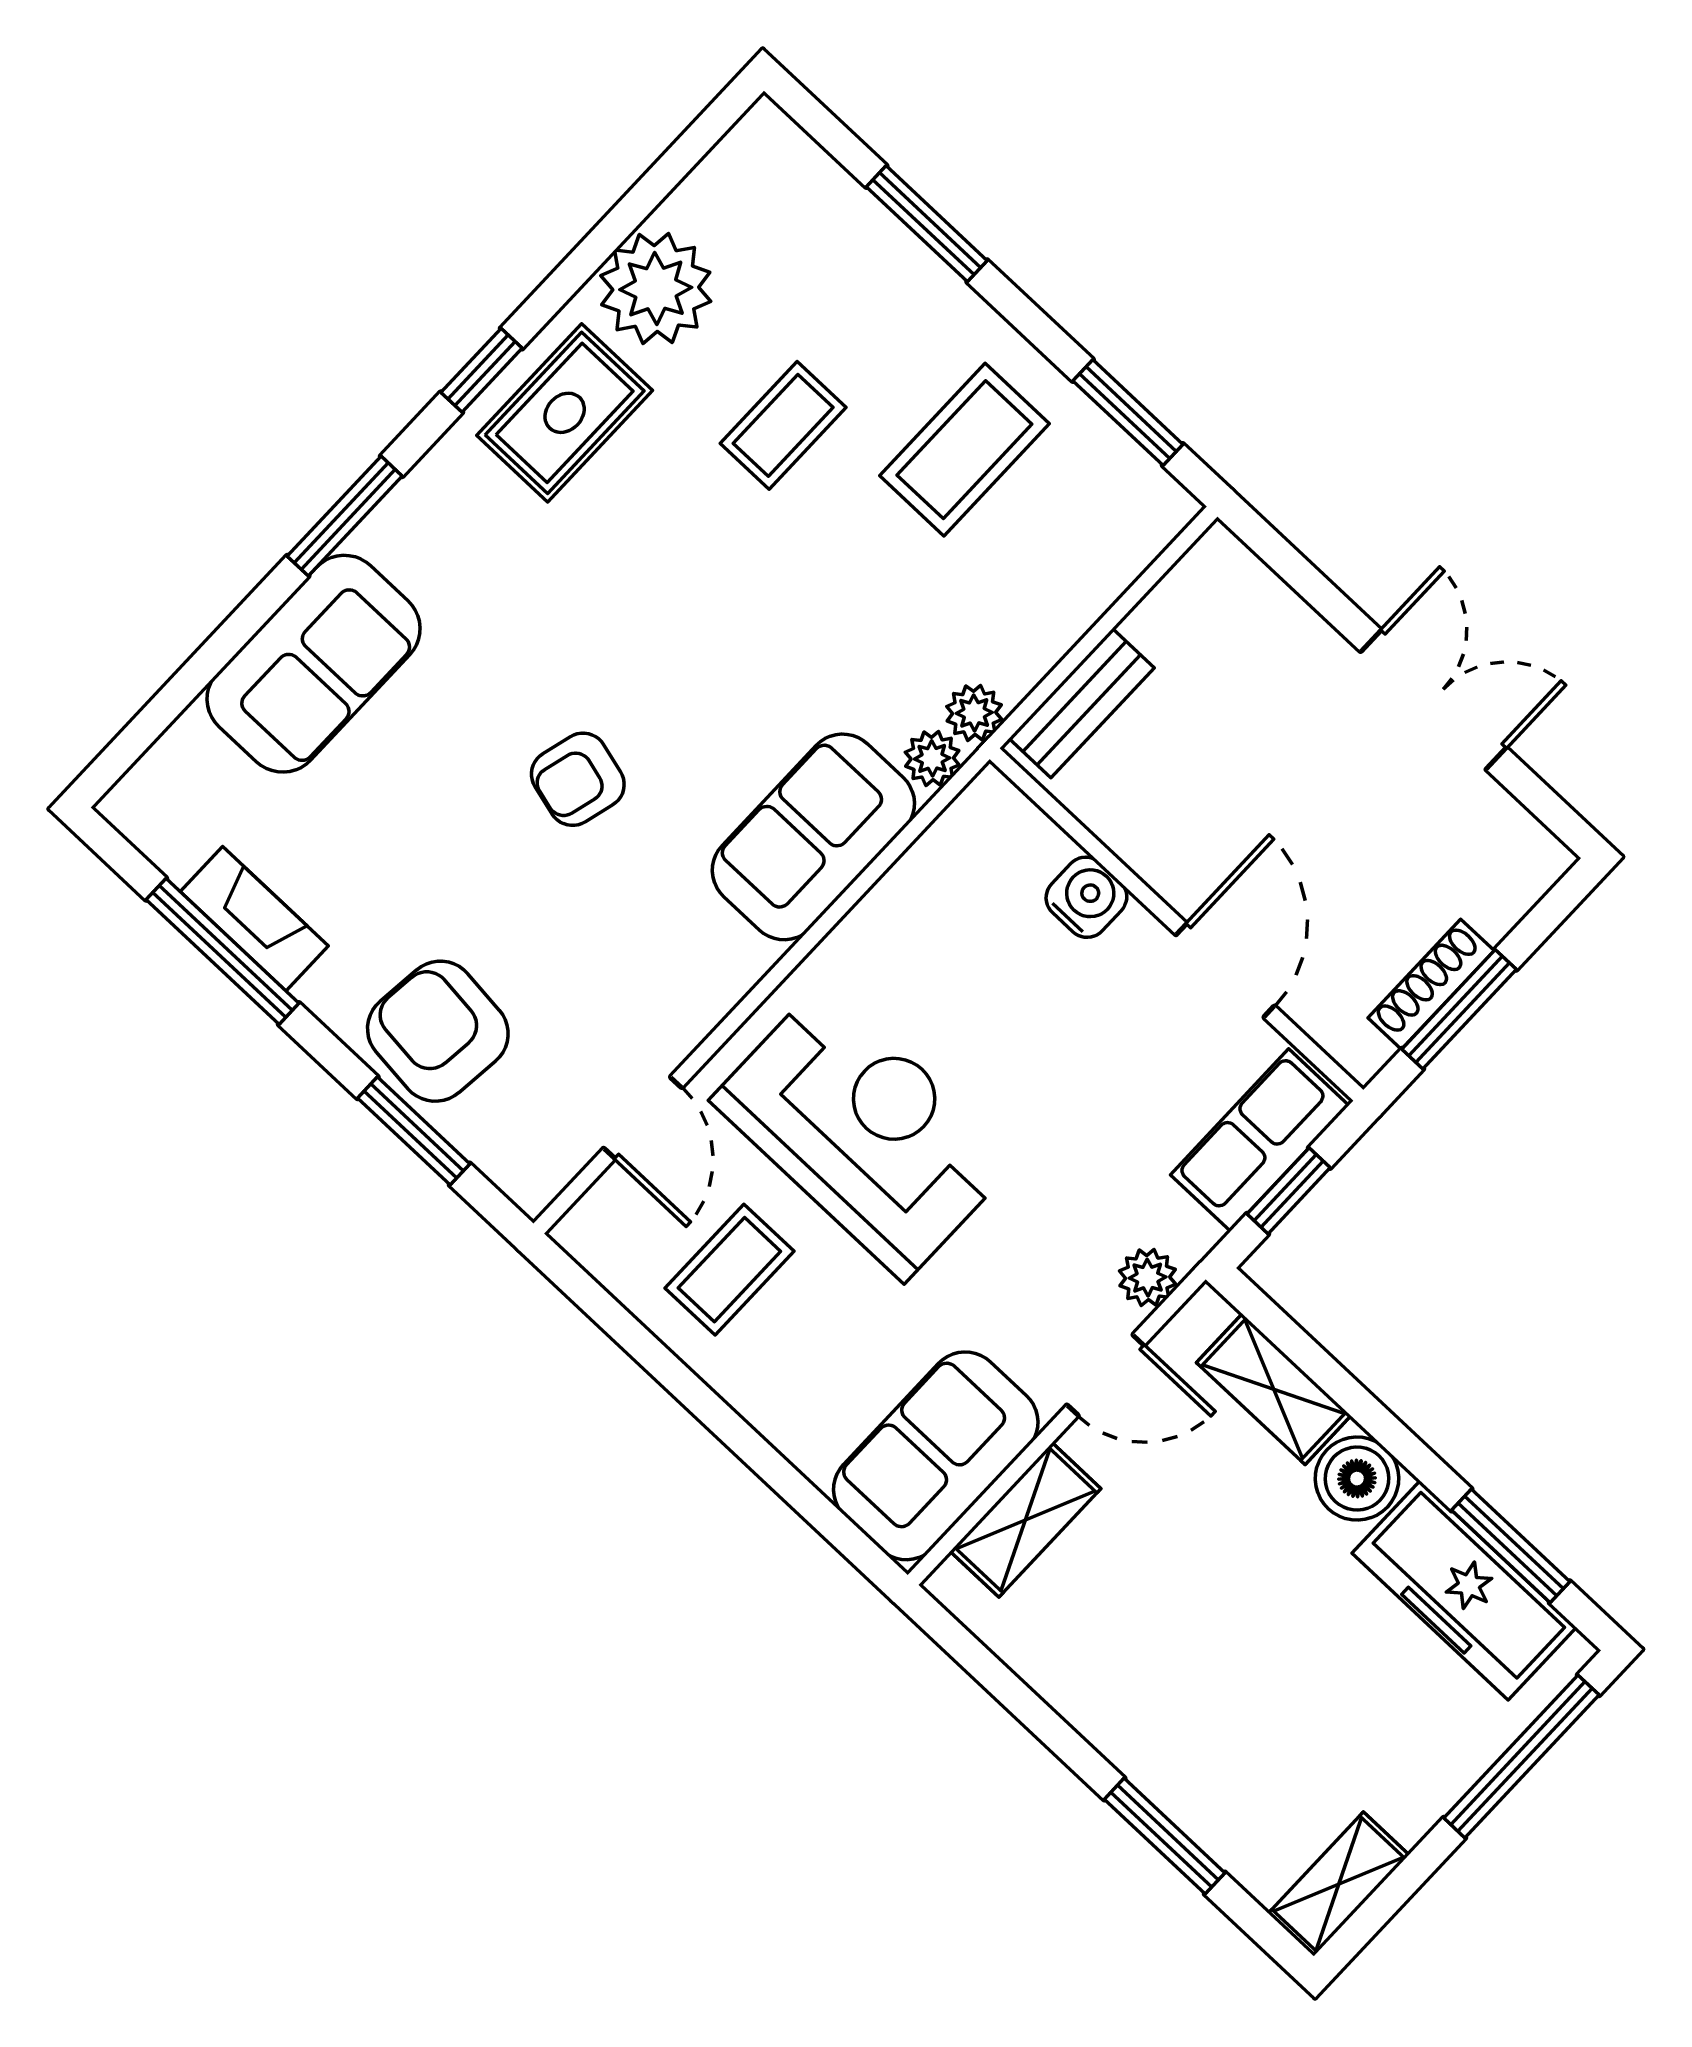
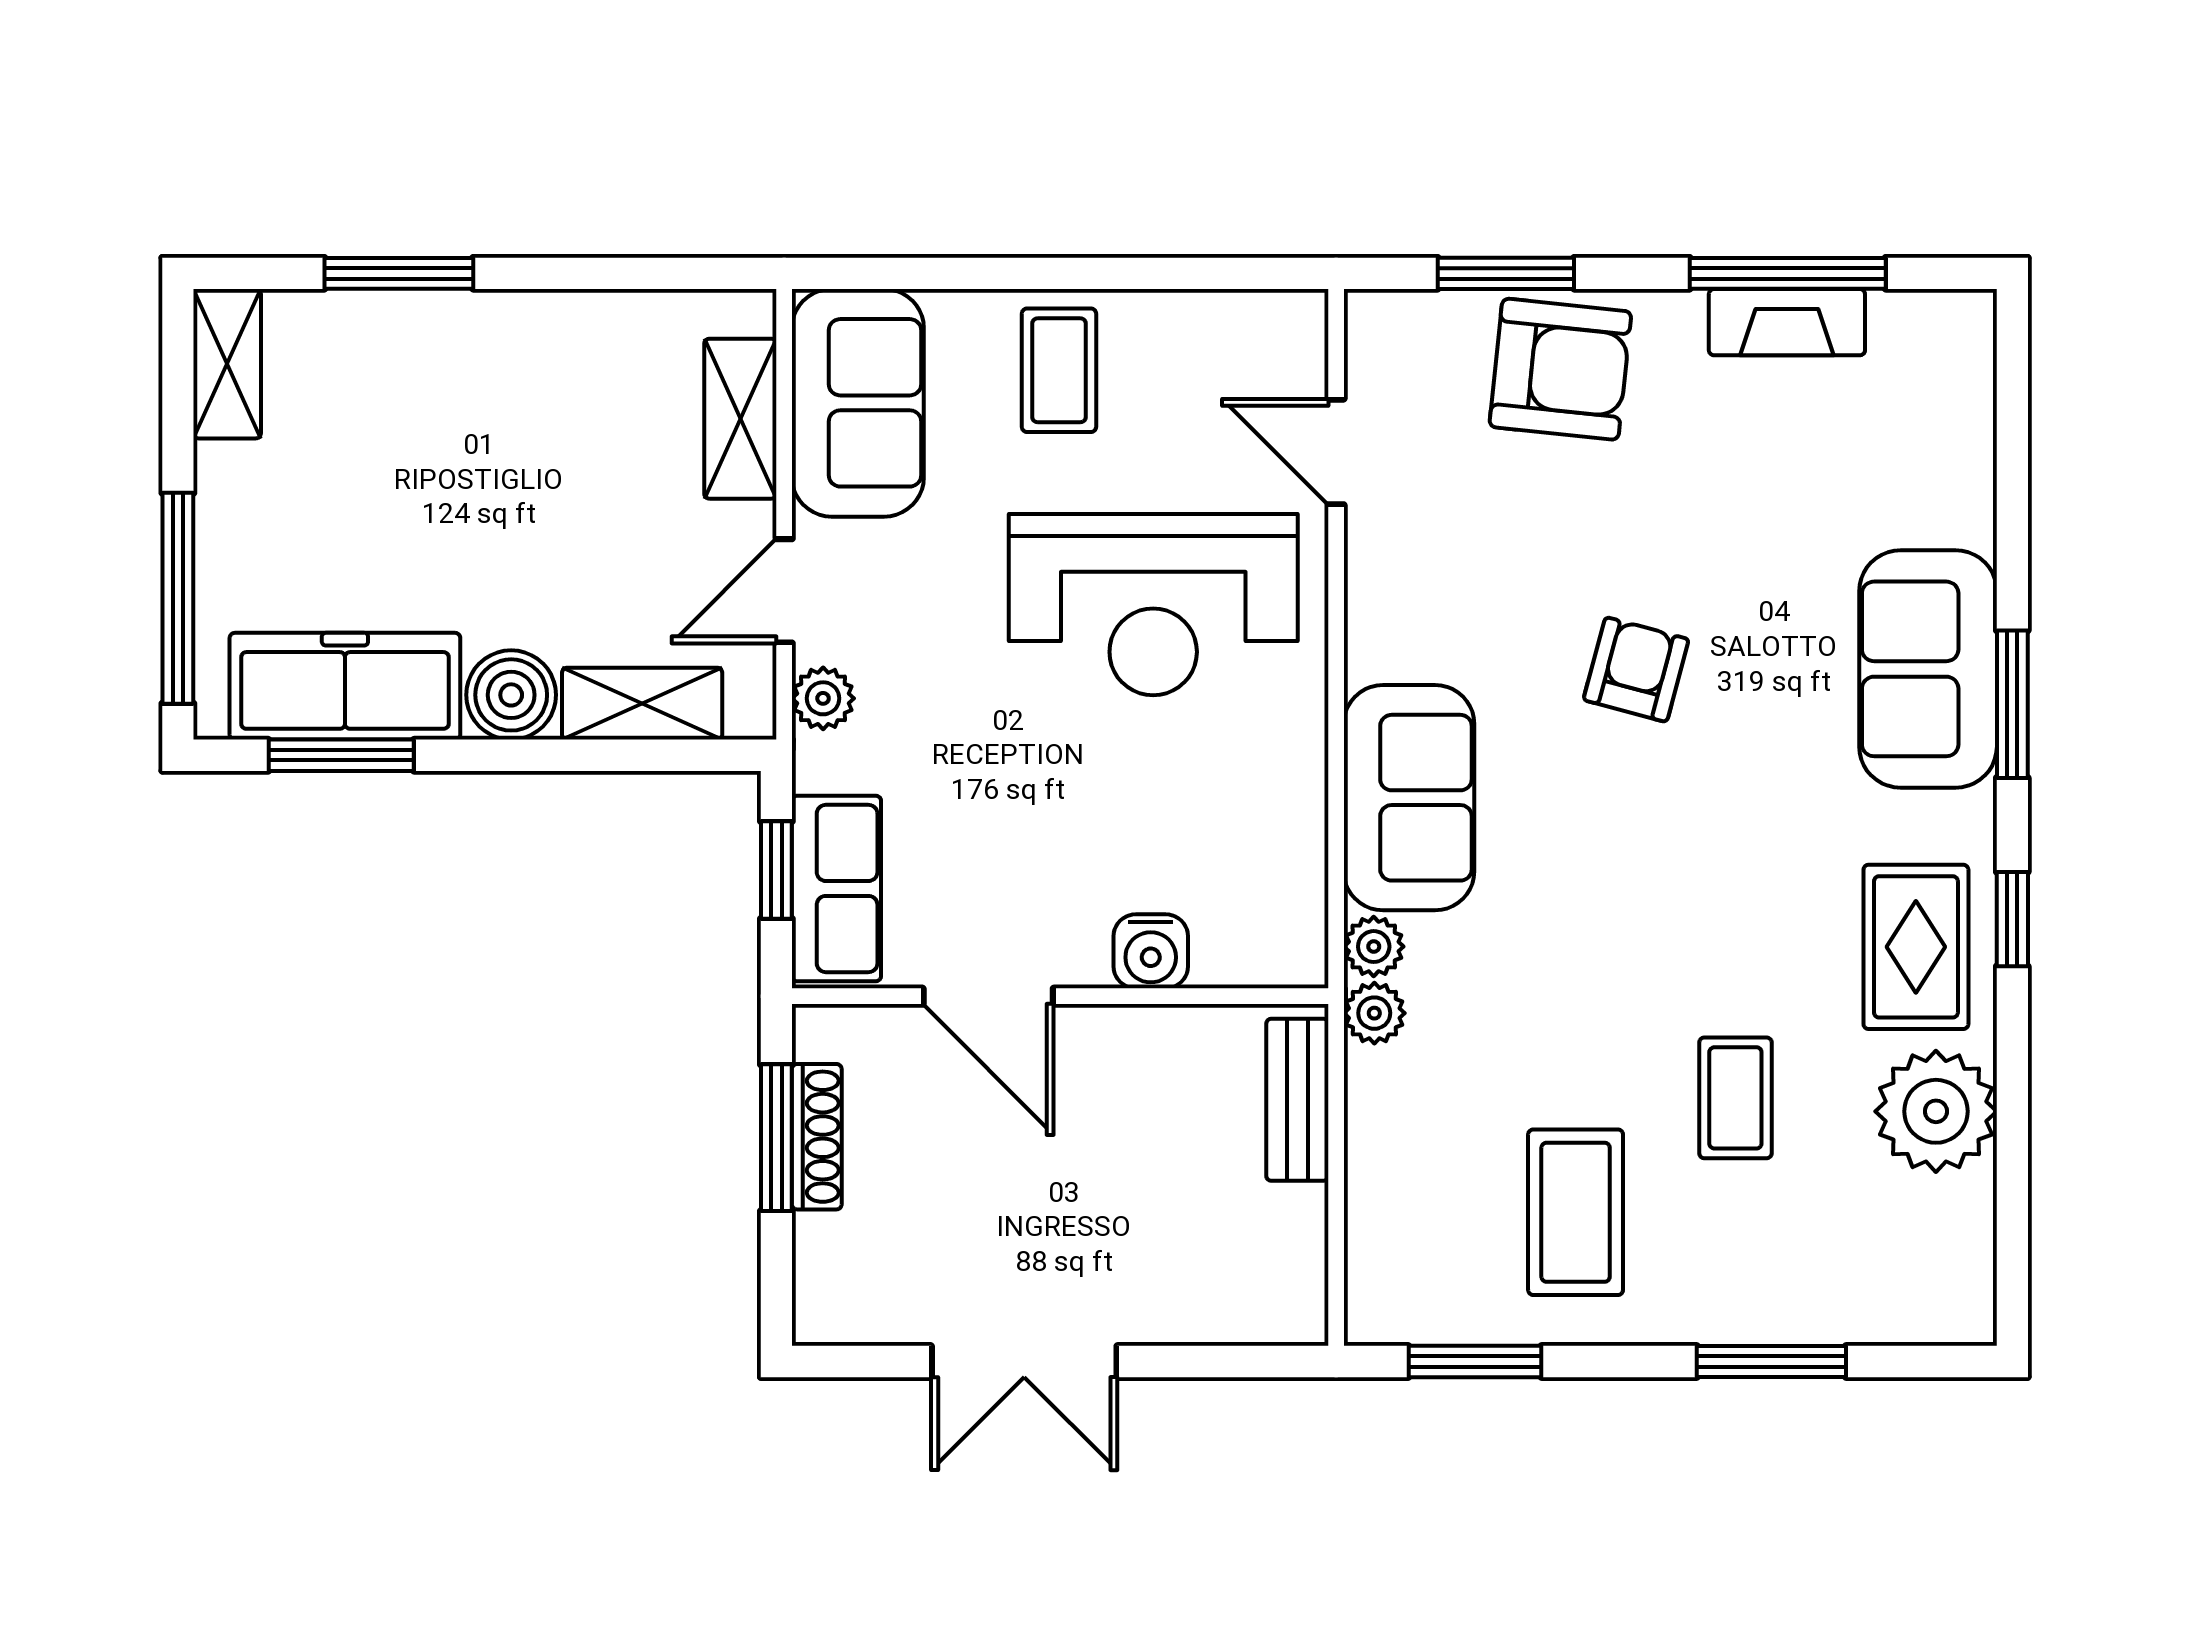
sofa: (314, 664) -> (1928, 669), moved
coffee table: (729, 1270) -> (1059, 370), moved

